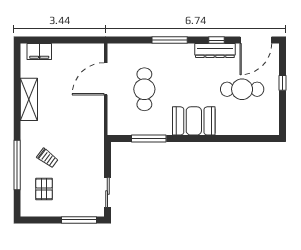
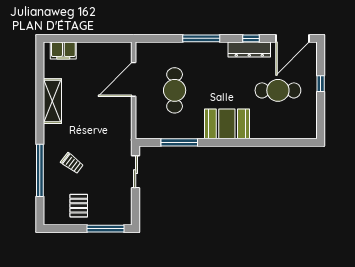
pallet: (44, 189) -> (79, 206), moved
sliding door: (107, 192) -> (136, 172), moved

